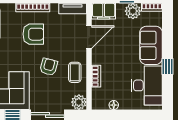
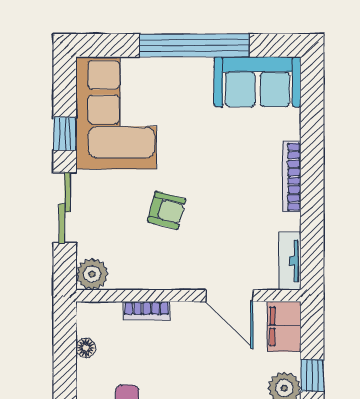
armchair: (33, 34) -> (236, 178), removed
coffee table: (75, 72) -> (155, 265), removed

